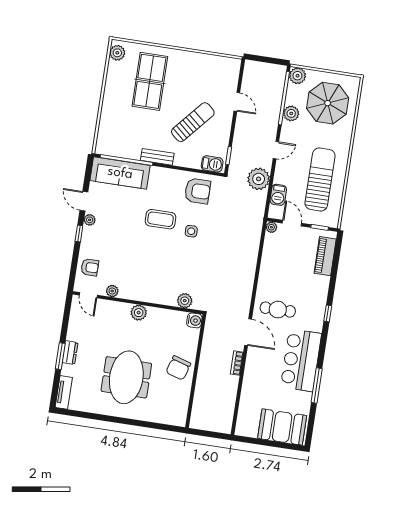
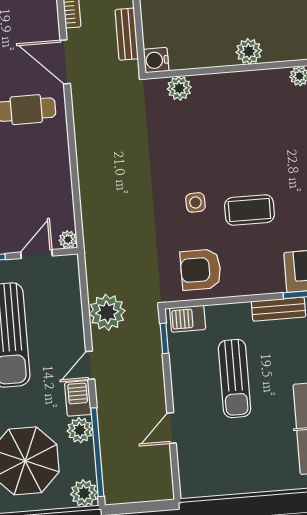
door: (237, 102) -> (172, 428), hinge flipped
sun lounger: (193, 122) -> (235, 378), turned -41
barbecue: (278, 195) -> (78, 398), moved
door: (292, 223) -> (36, 254), swing flipped
bench: (208, 340) -> (127, 34), added

